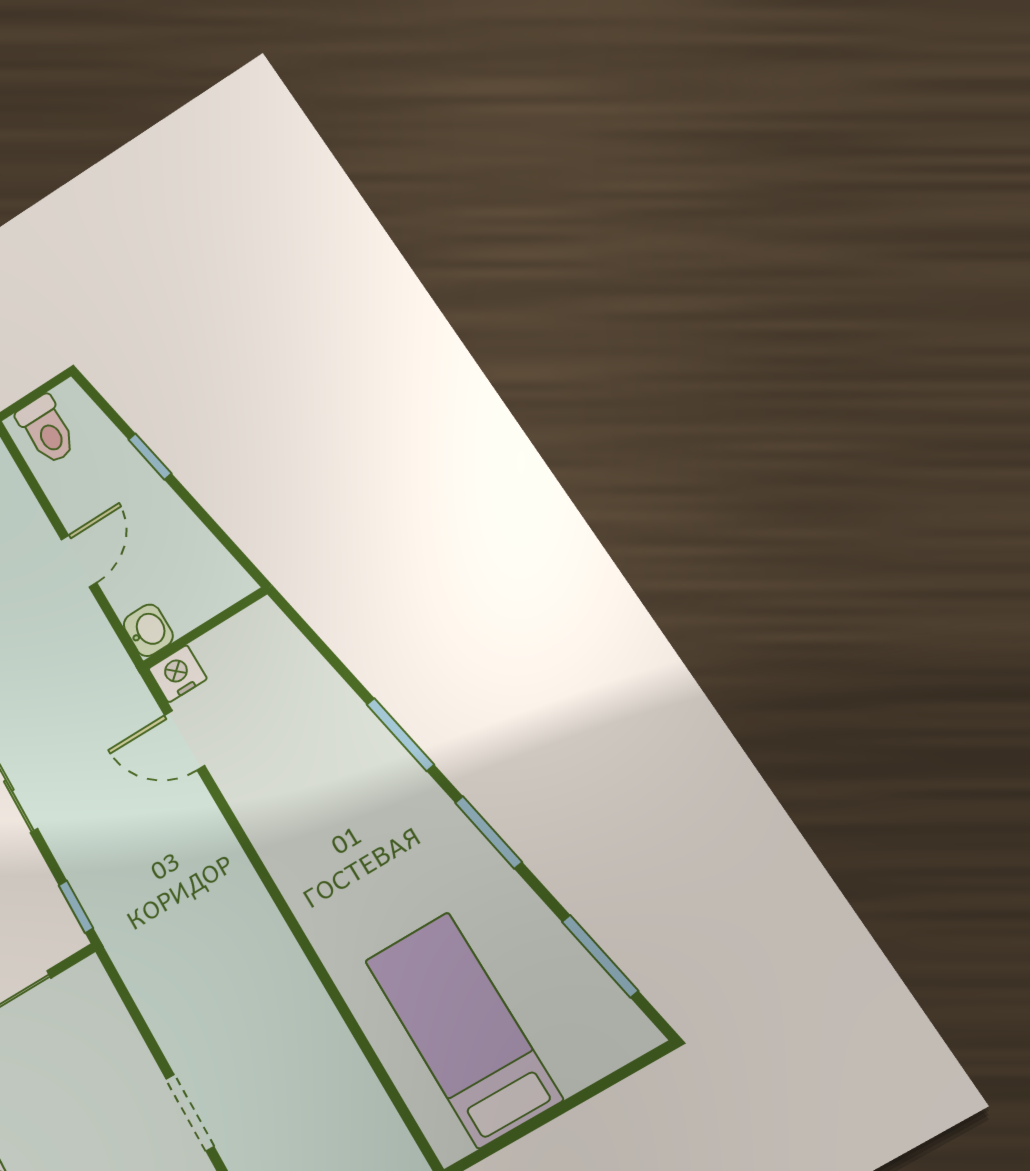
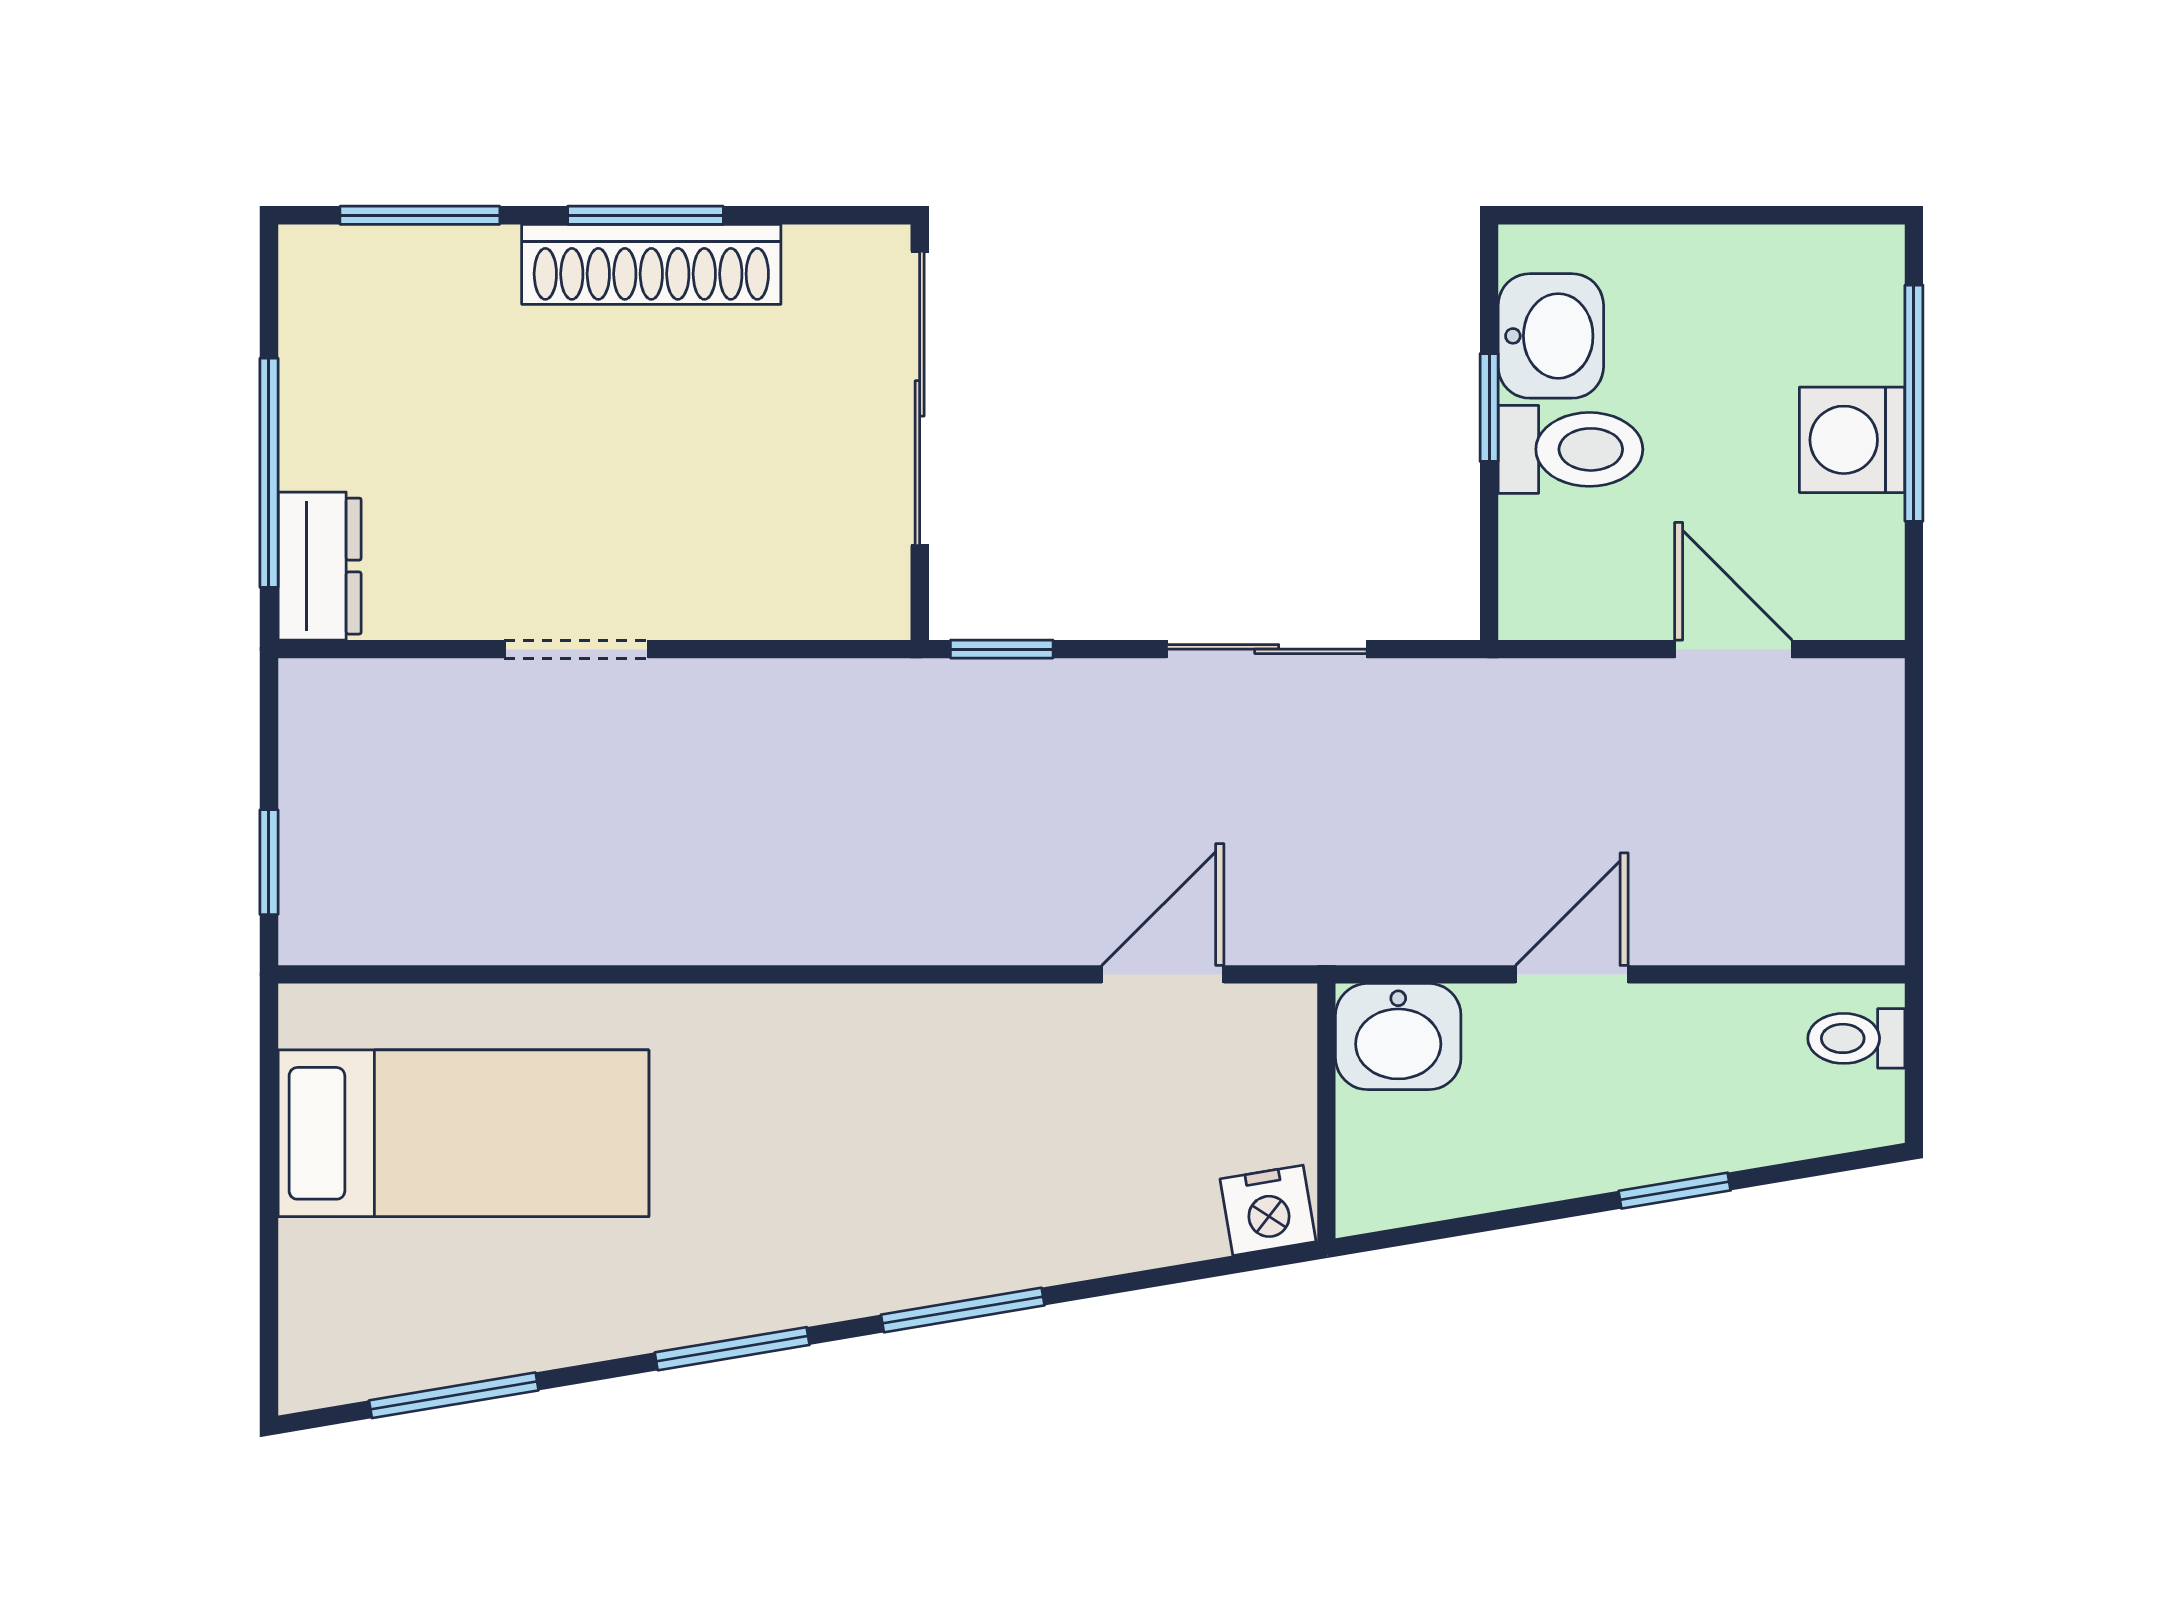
toilet: (47, 430) -> (1856, 1038), width x0.73, depth x0.72
door: (79, 561) -> (1572, 974), swing flipped
washbasin: (148, 630) -> (1398, 1037), width x1.38, depth x1.45
nightstand: (178, 674) -> (1268, 1210), moved, turned 80

